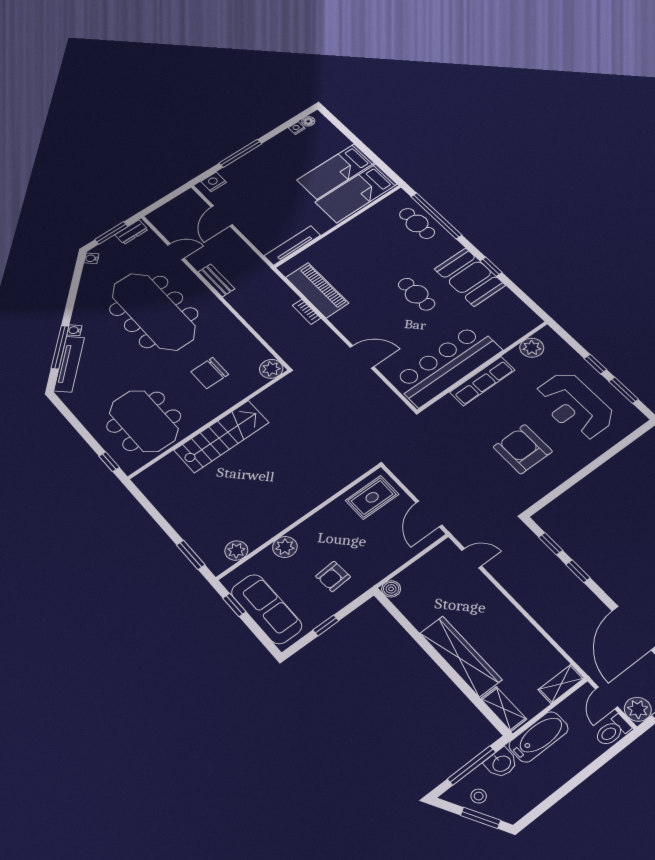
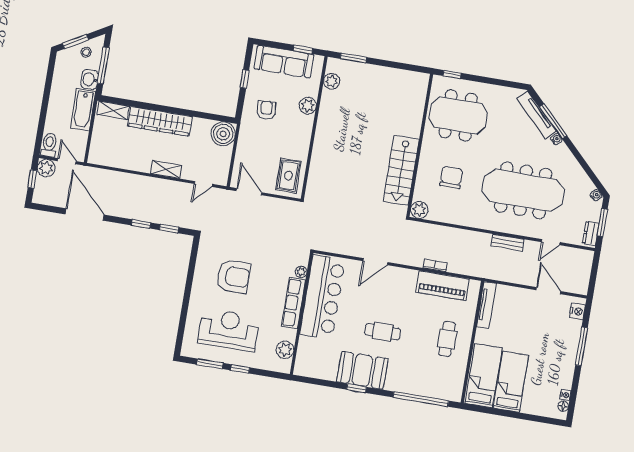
cafe table: (417, 223) -> (447, 339), moved, turned 90
plant: (447, 402) -> (301, 272), added
stairs: (222, 436) -> (401, 170), moved
boiler: (391, 589) -> (223, 134), width x1.86, depth x1.86
shelving: (561, 684) -> (166, 169), moved, turned 90

